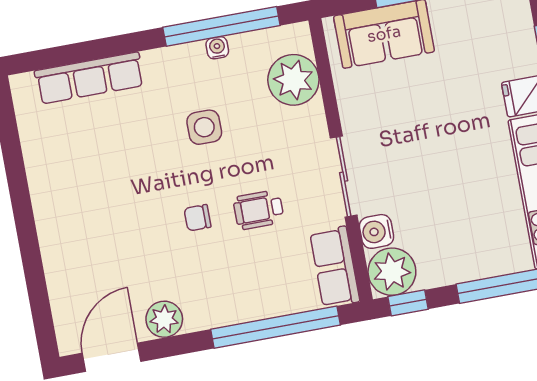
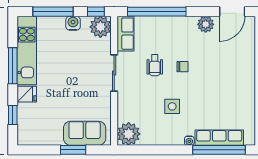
window: (221, 26) -> (219, 150), moved
water cooler: (217, 48) -> (189, 141), moved
plant: (293, 80) -> (129, 134), moved
wheelchair: (259, 210) -> (155, 65), turned 90
water cooler: (377, 231) -> (73, 23), moved, turned -90

